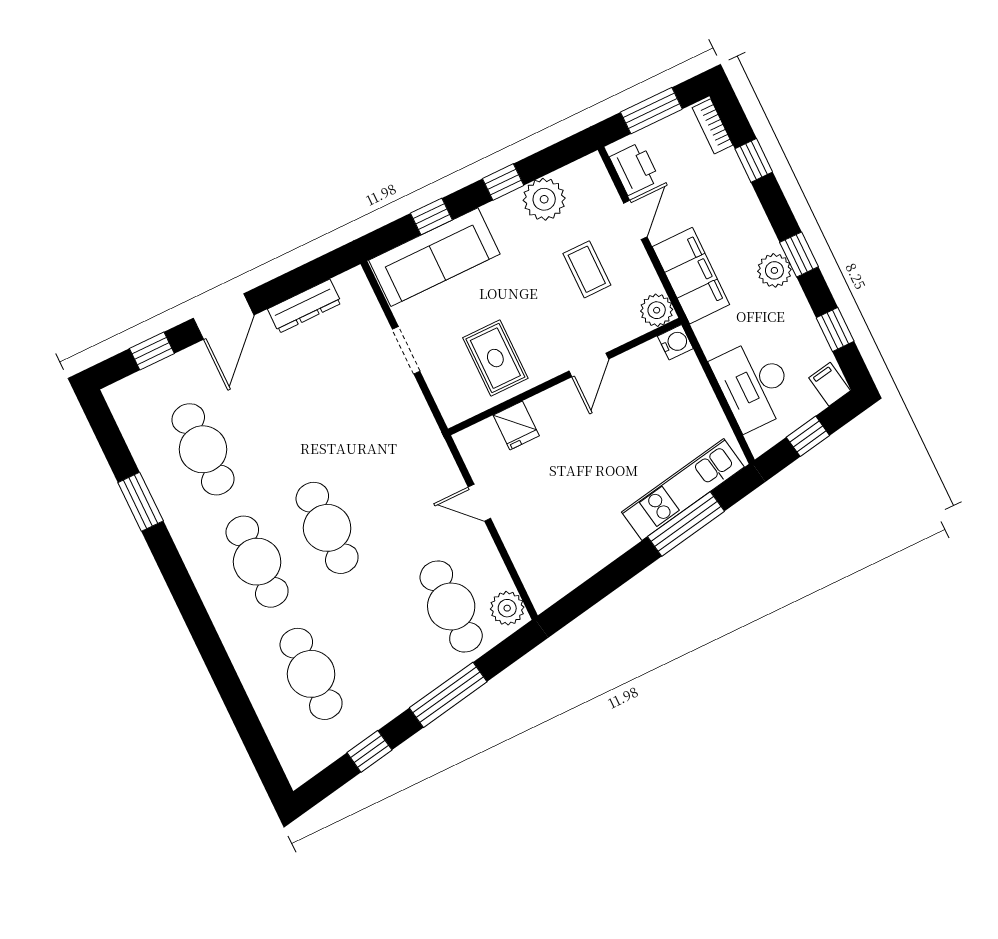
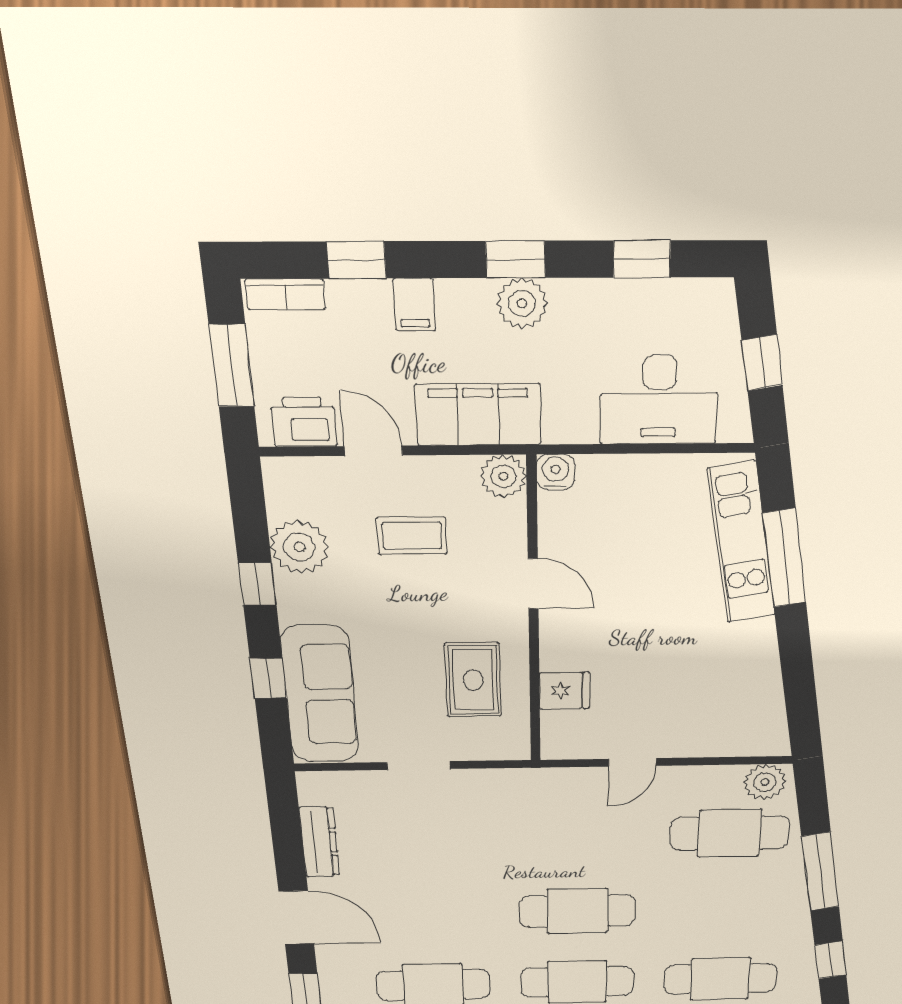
rug: (495, 358) -> (473, 680), turned 90
filing cabinet: (830, 384) -> (414, 305), moved, turned -80

